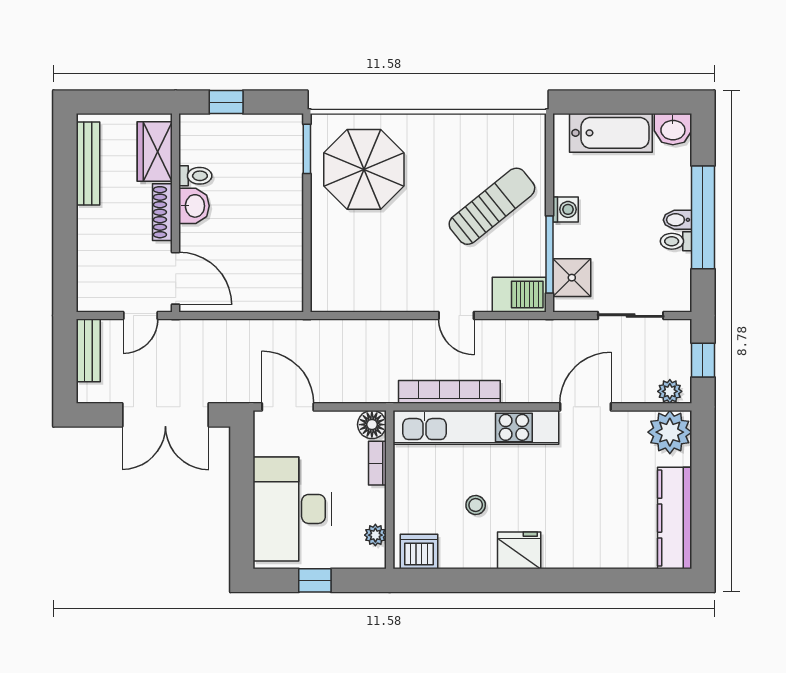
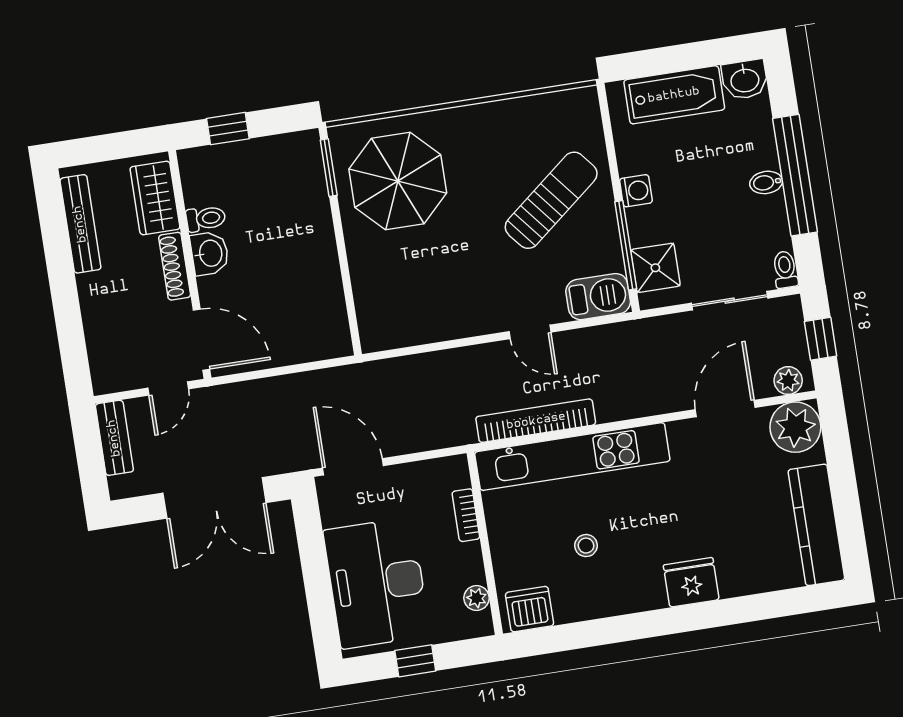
toilet: (676, 241) -> (785, 270), moved, turned 90
door: (585, 407) -> (725, 409), moved
floor lamp: (372, 425) -> (453, 472), removed
fridge: (519, 550) -> (691, 582), moved

